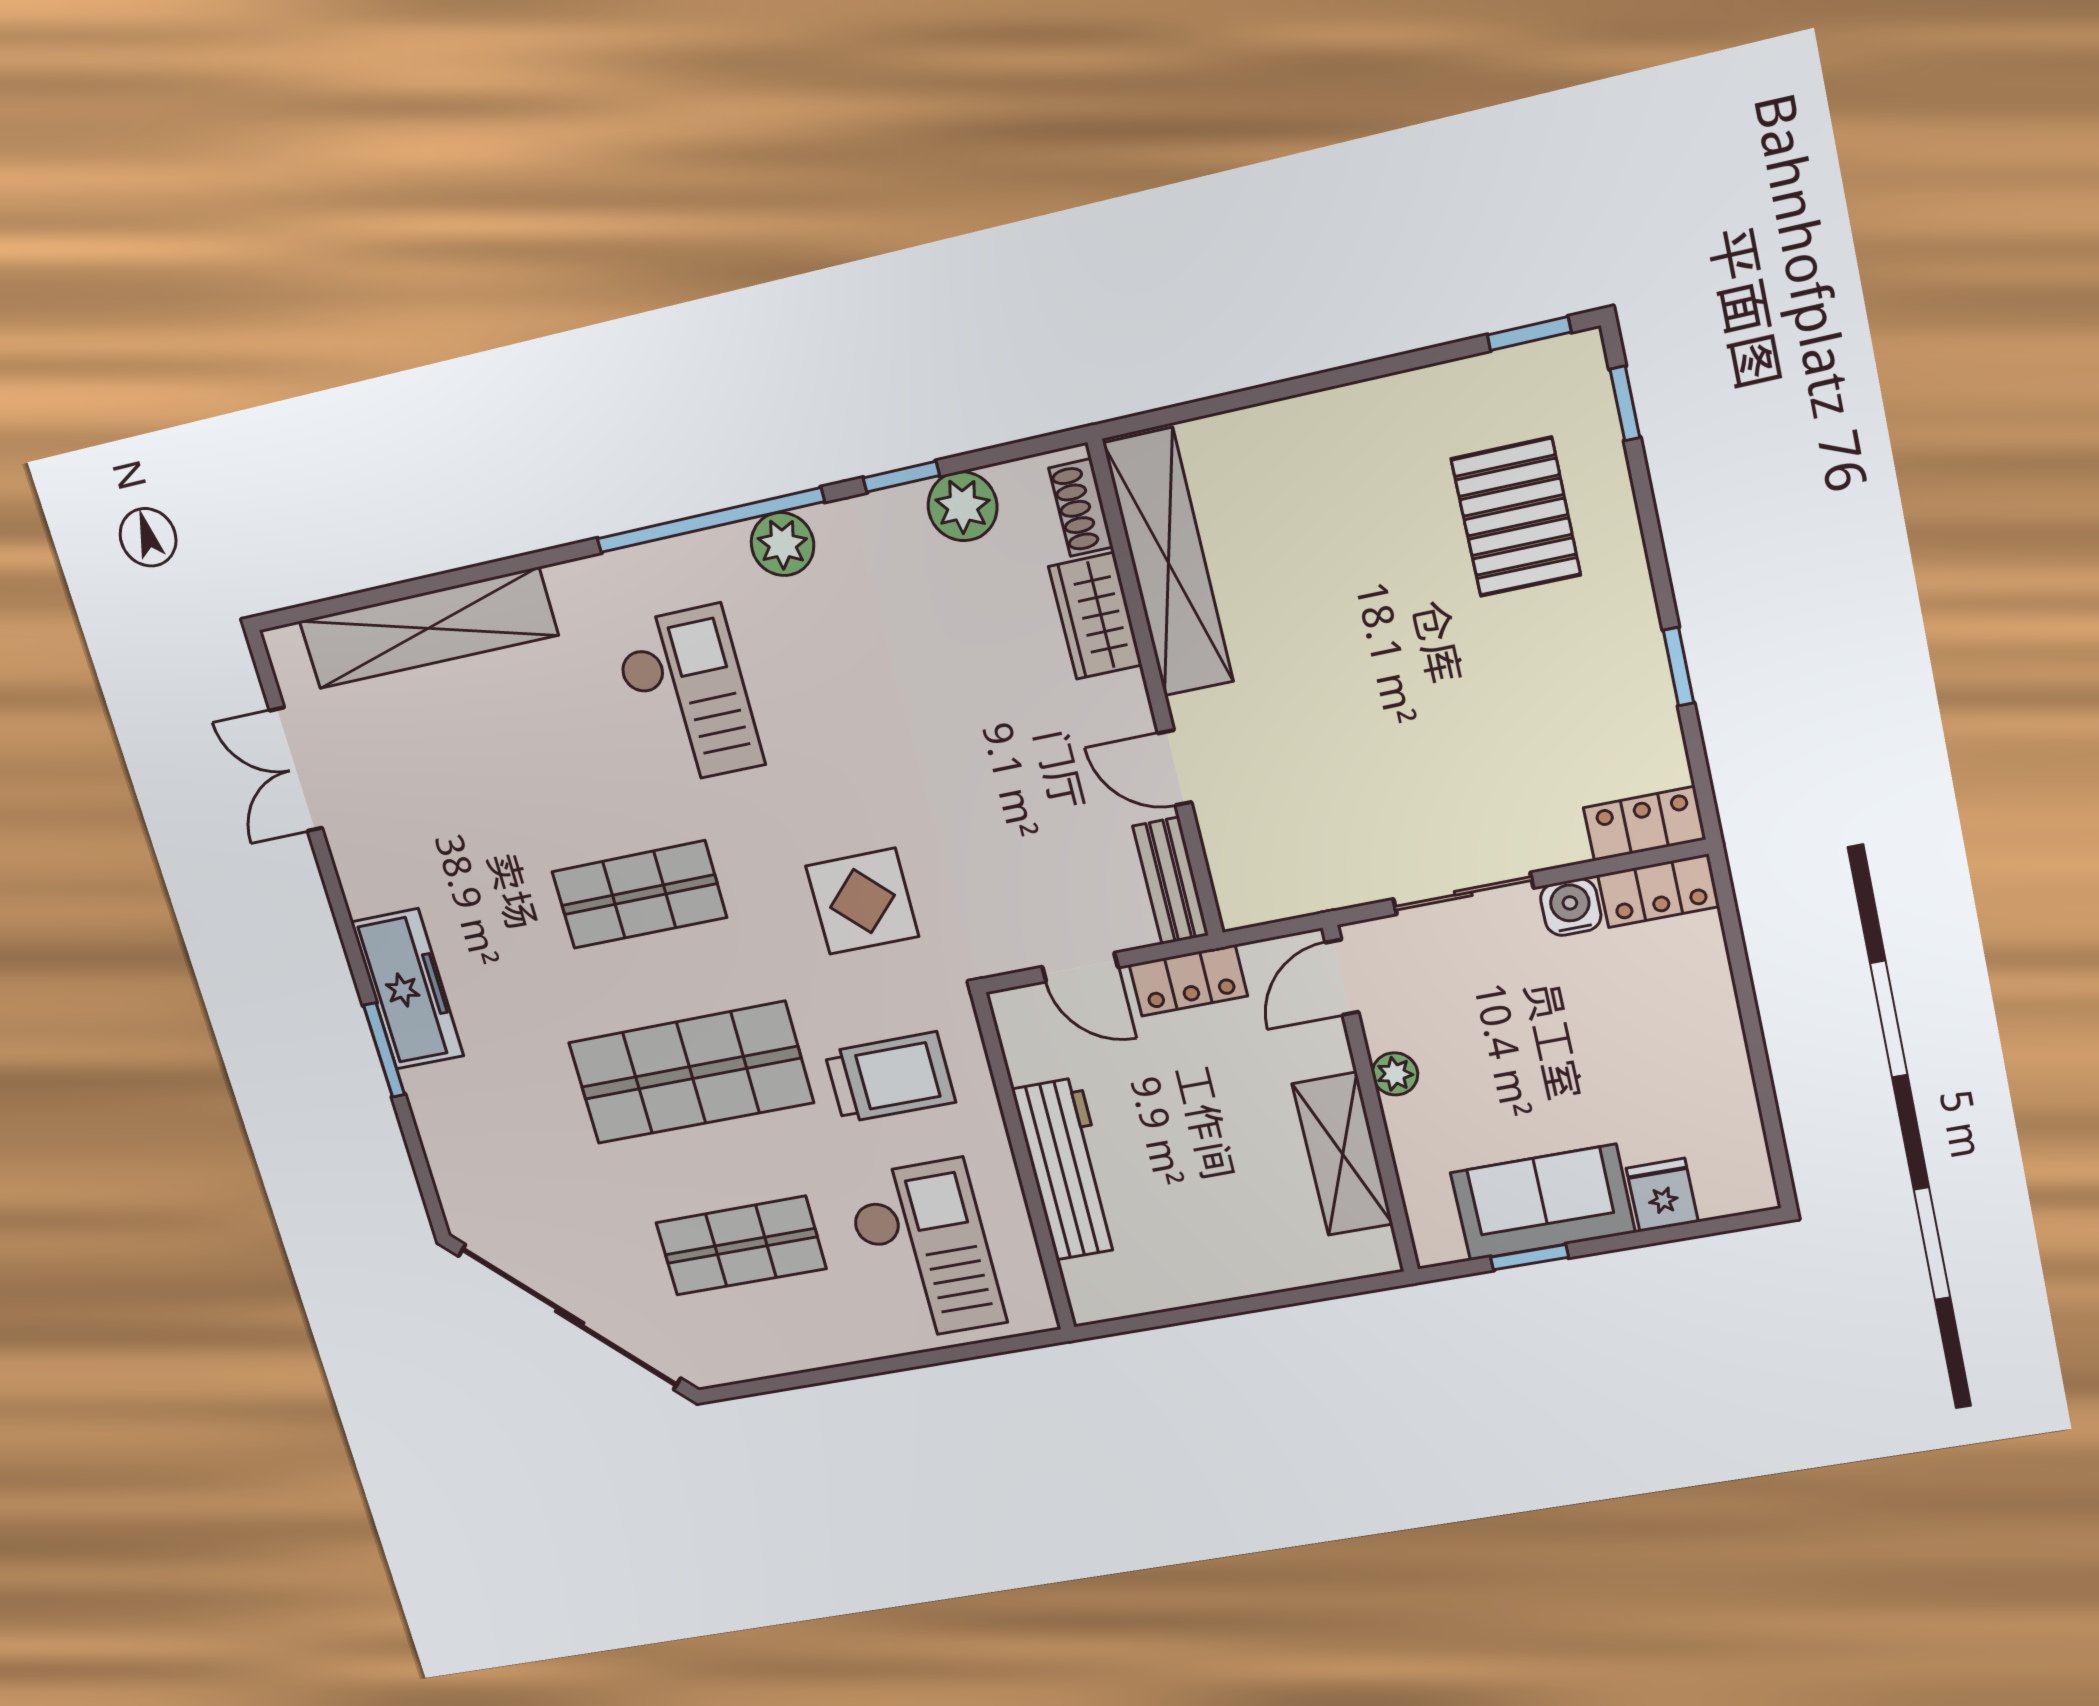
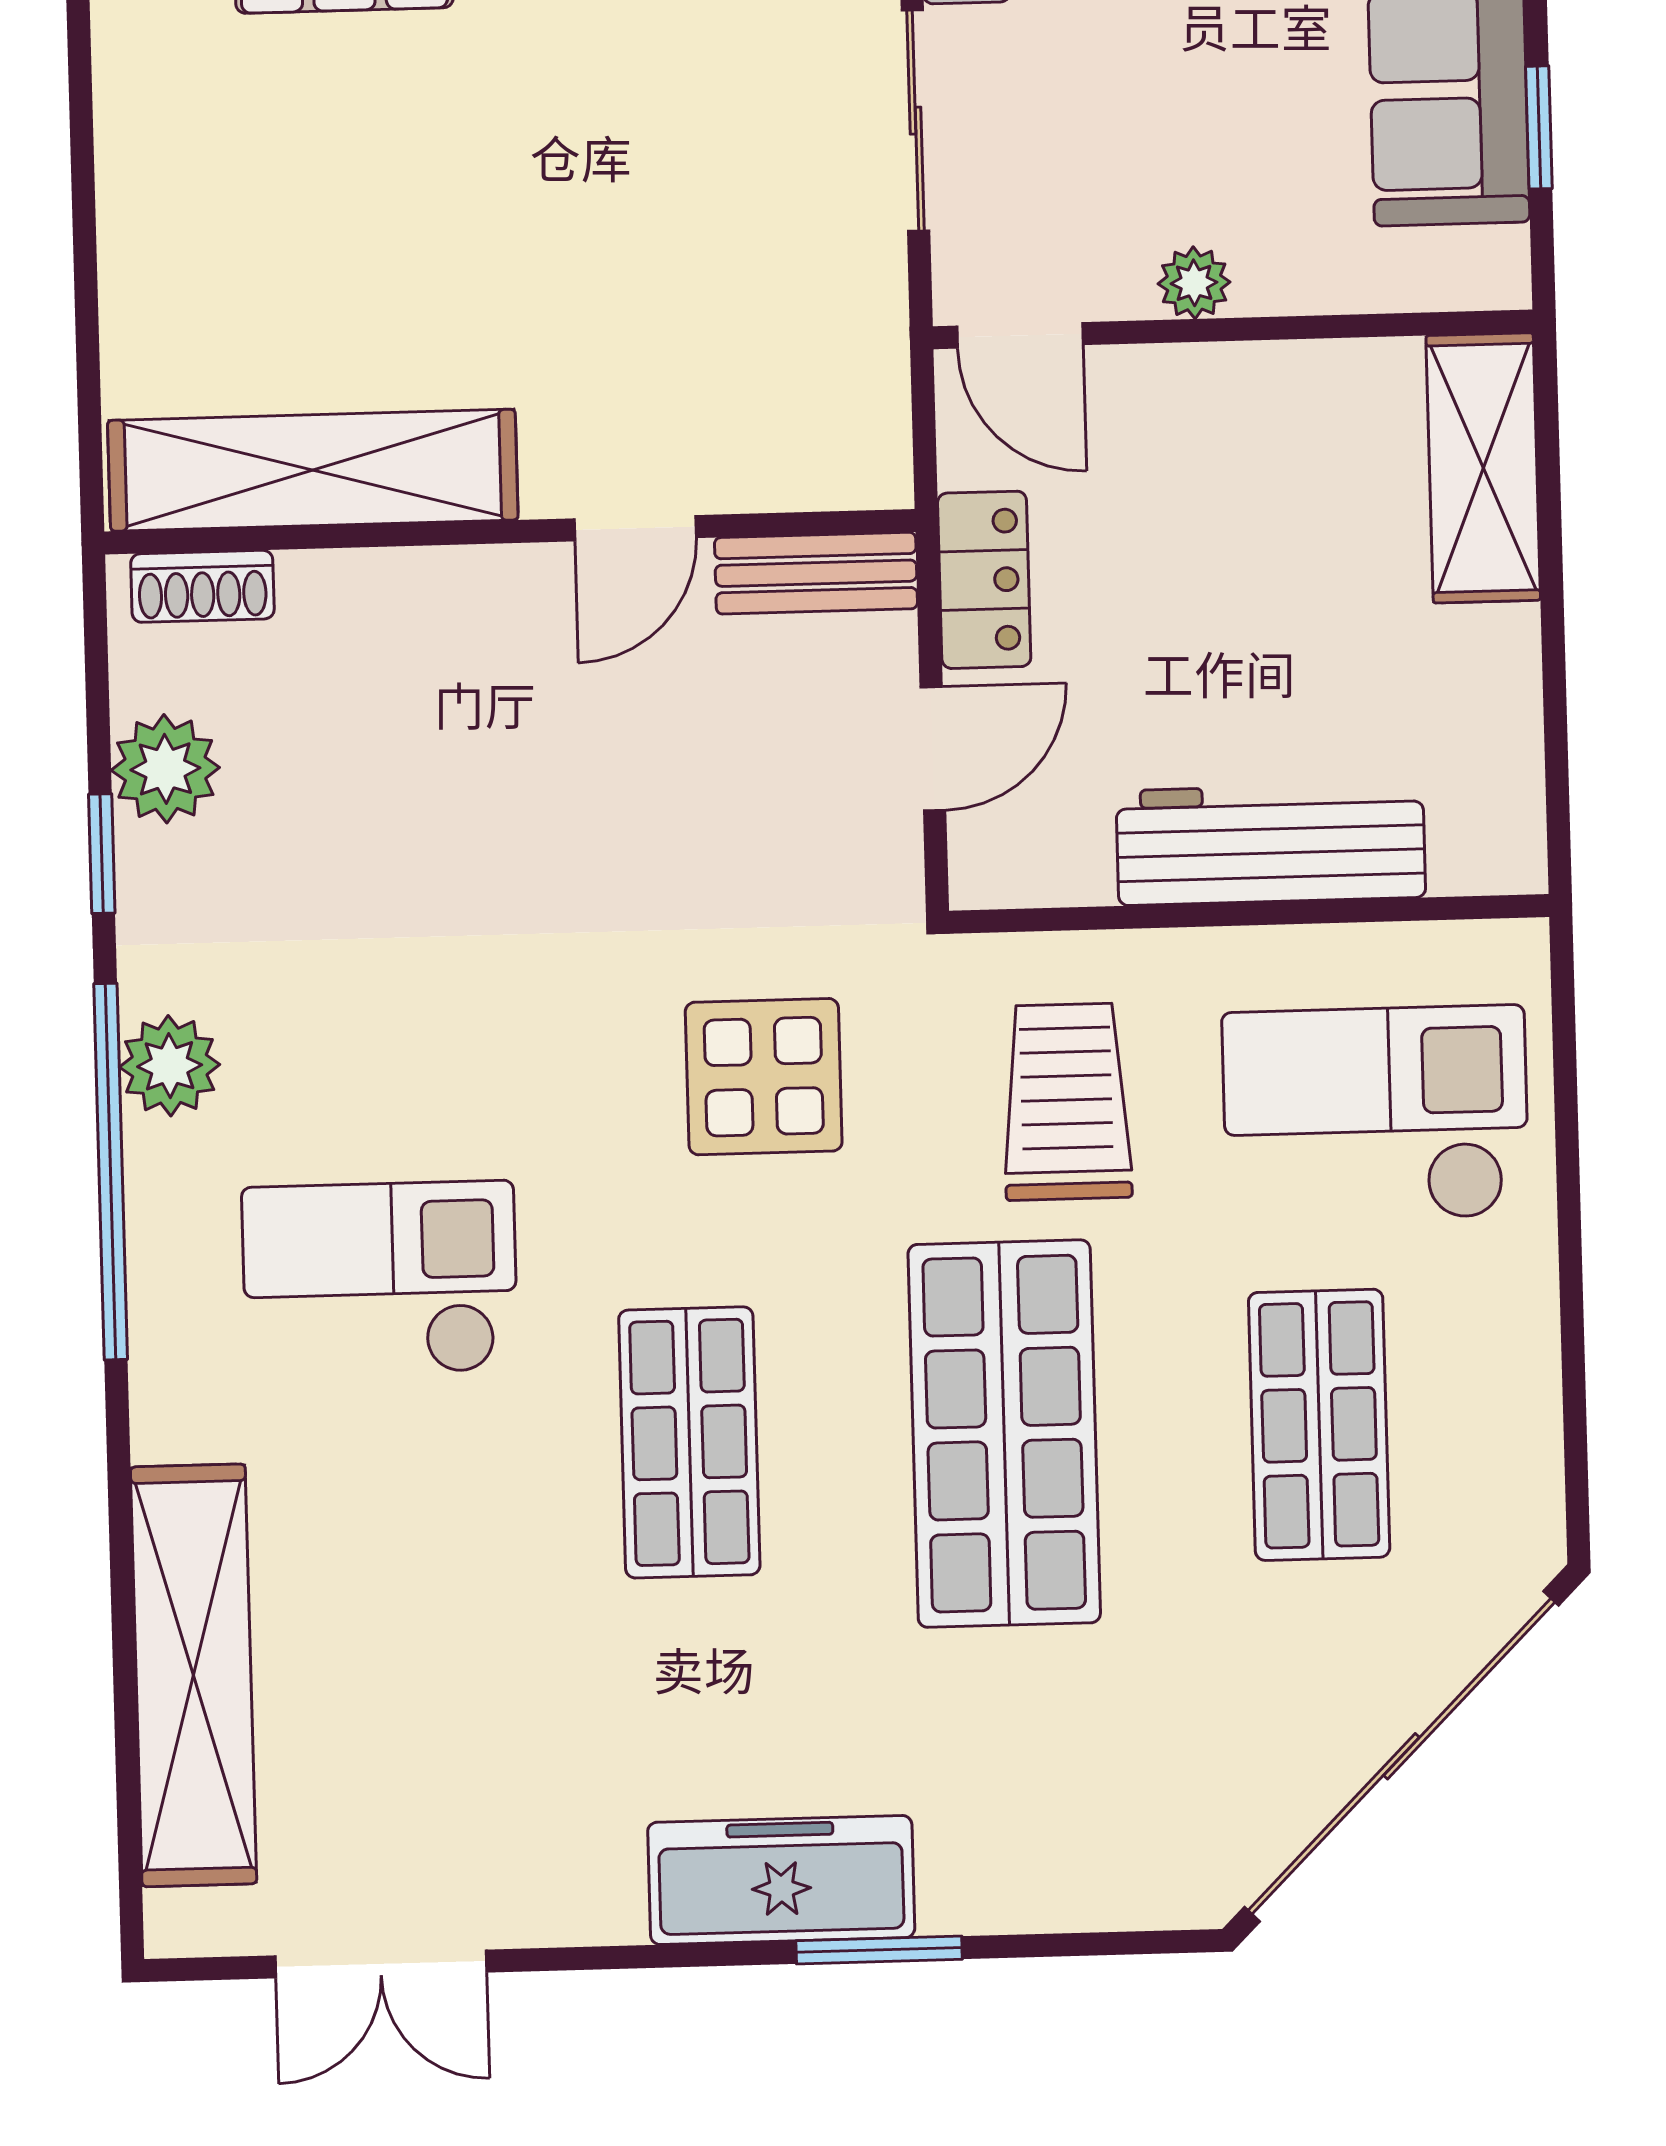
wardrobe: (1095, 616) -> (373, 600), removed
shelving: (1343, 1154) -> (1483, 468), moved, turned 90

